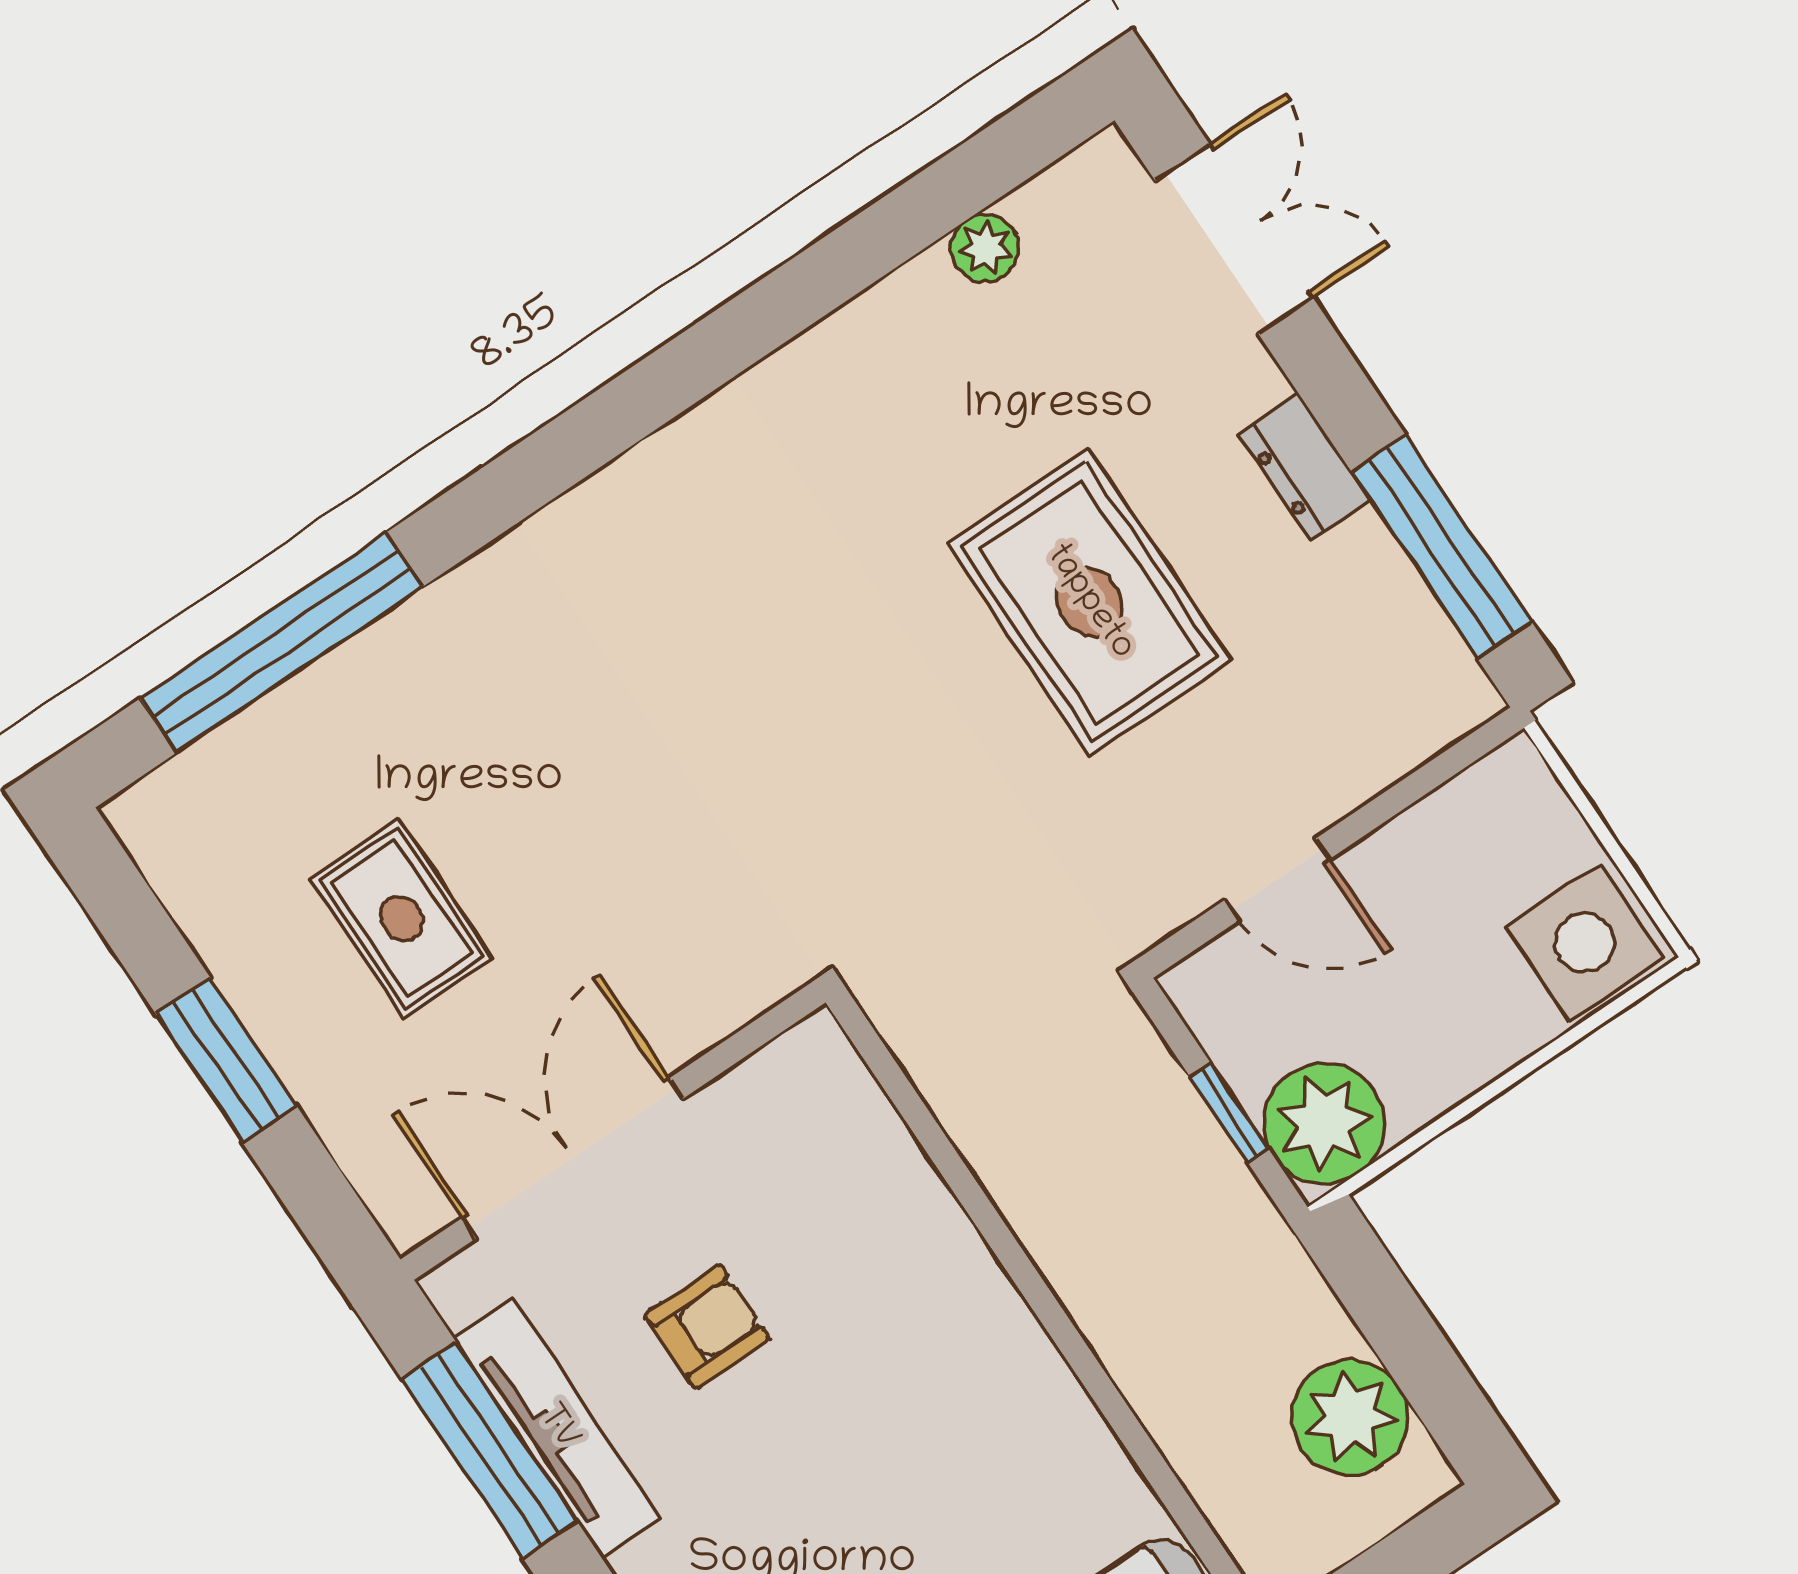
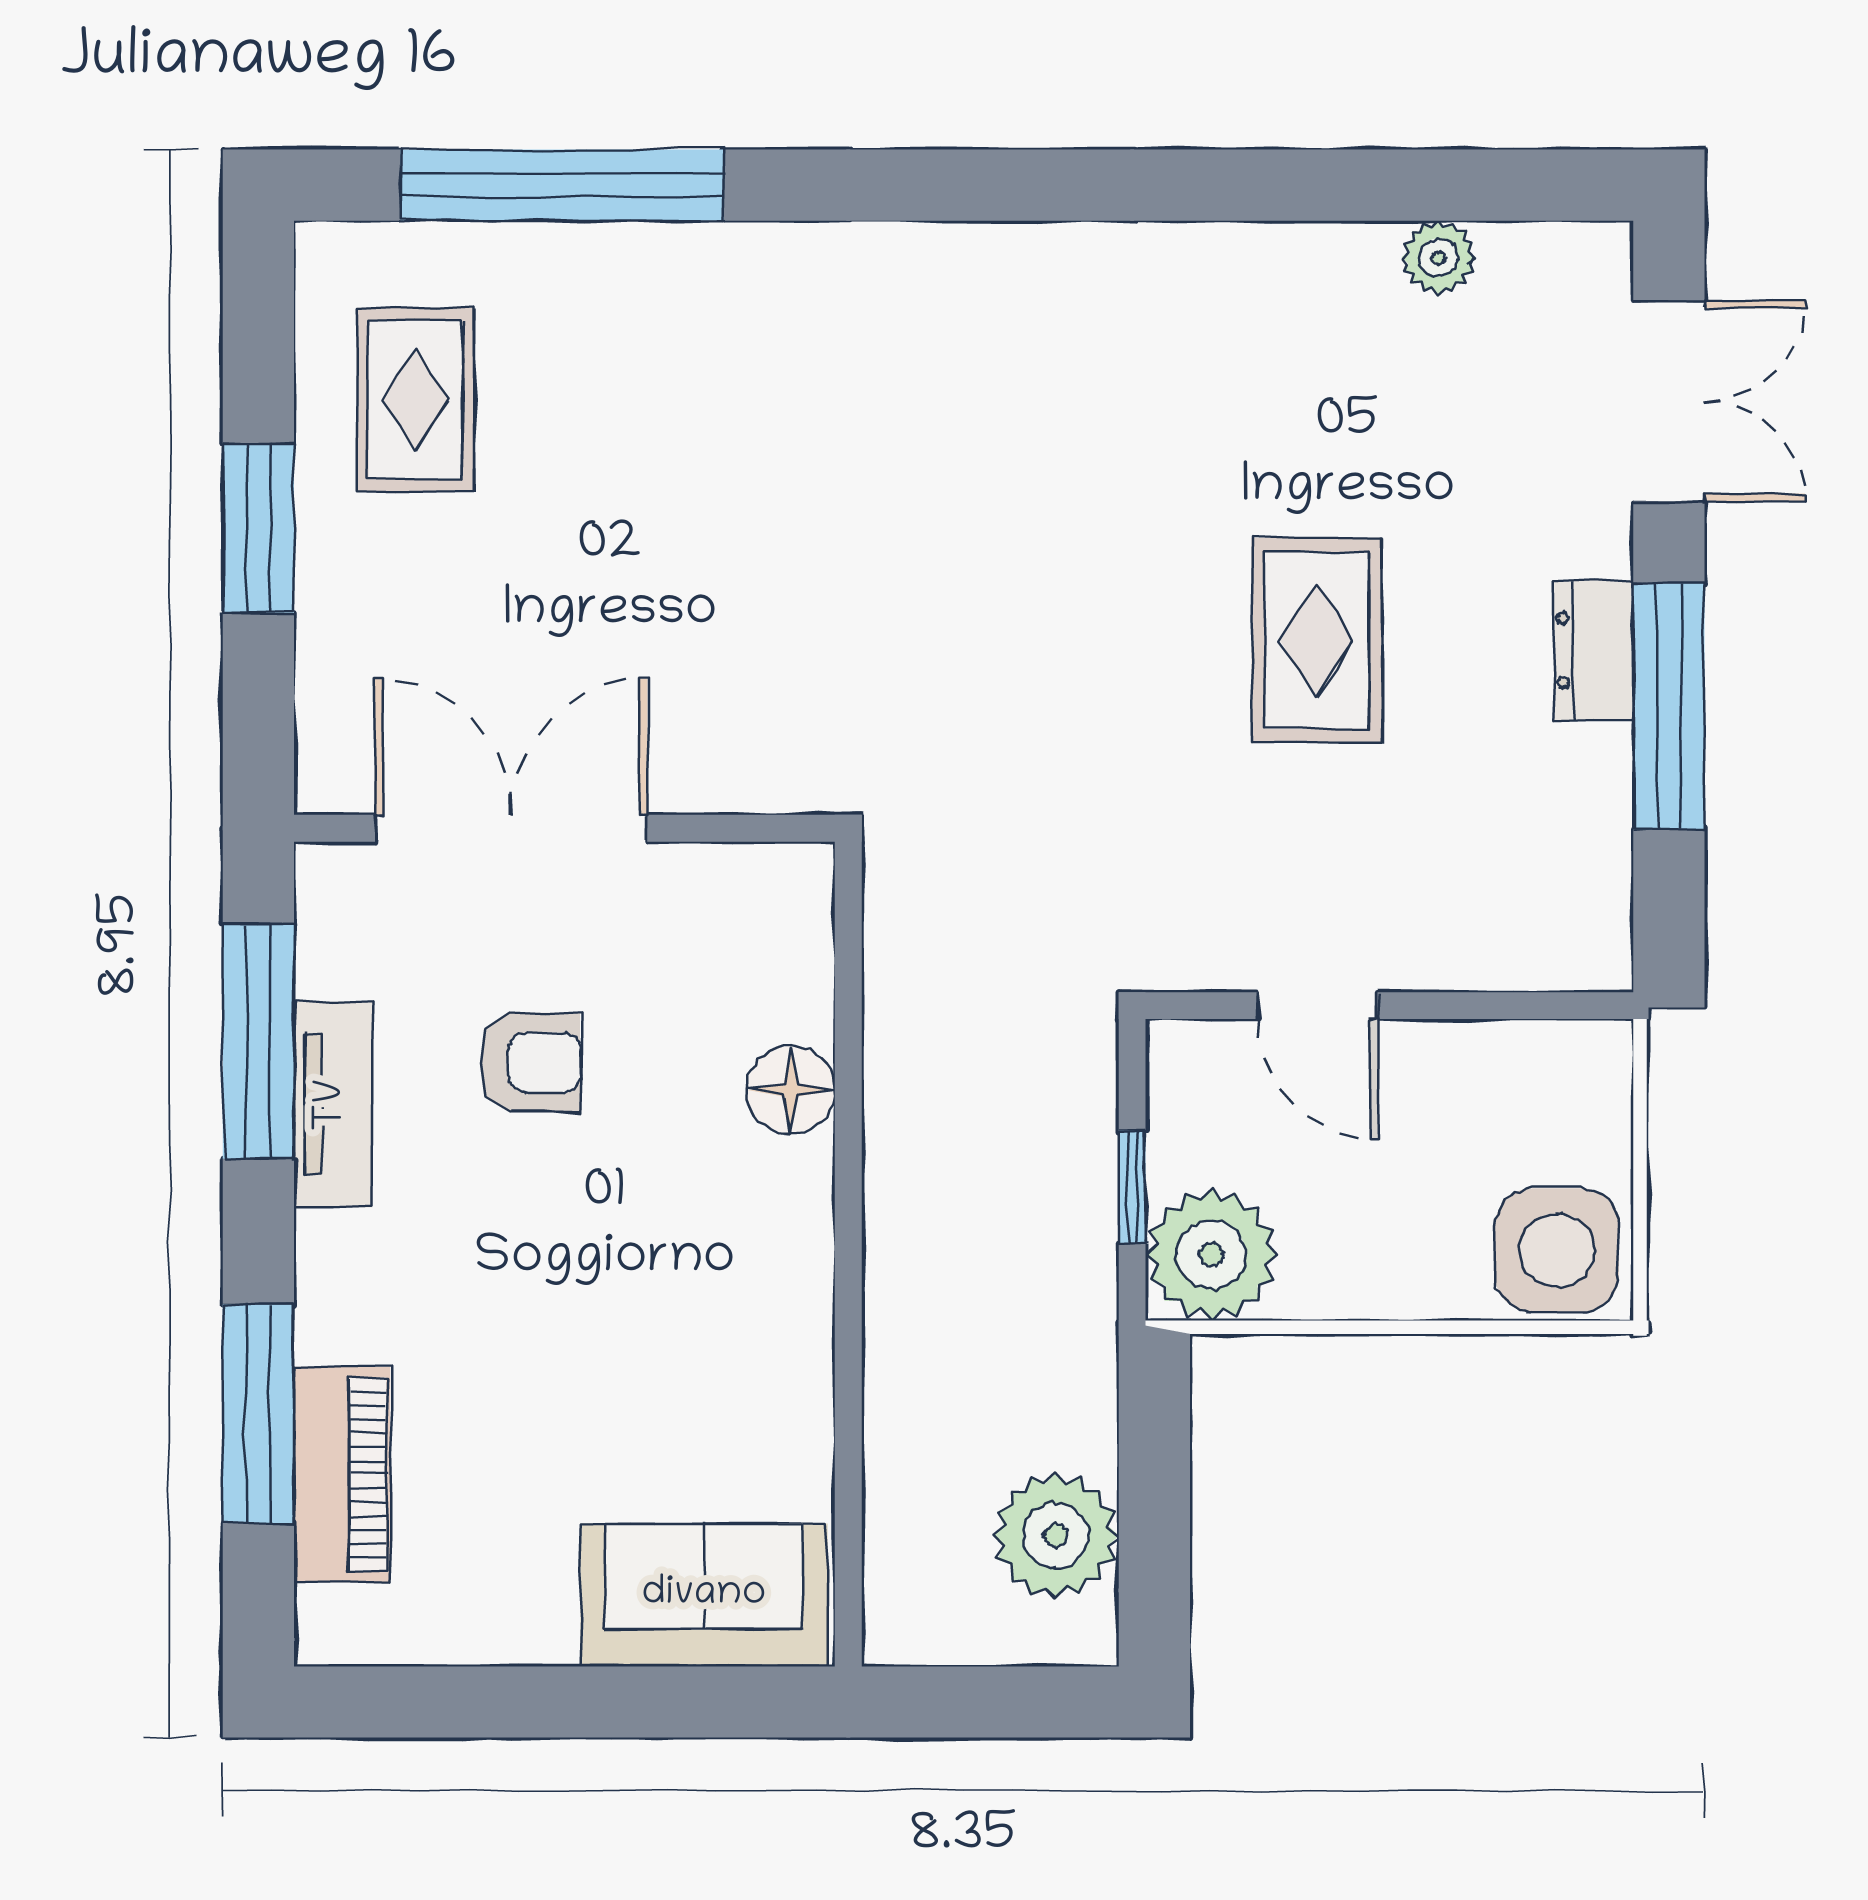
window: (1442, 547) -> (1669, 706), moved
rug: (1089, 602) -> (1317, 640), width x0.73, depth x0.70
rug: (401, 918) -> (415, 400), moved
floor lamp: (920, 1214) -> (791, 1090), added
tv unit: (557, 1428) -> (333, 1105), width x0.71

